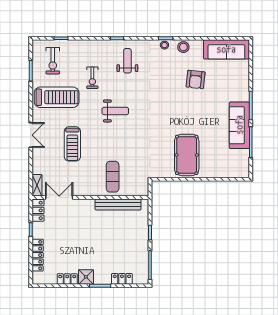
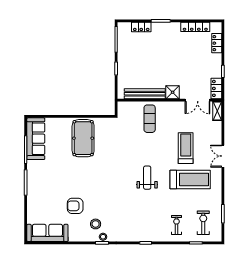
stool: (183, 47) -> (96, 224), moved
weight bench: (127, 61) -> (136, 223), removed
exercise bike: (92, 78) -> (176, 225), moved
armchair: (196, 79) -> (75, 206), turned -96
treadmill: (57, 97) -> (190, 180), moved, turned 180
weight bench: (115, 111) -> (147, 178), turned 90
sofa: (239, 125) -> (36, 139), moved
locker: (38, 255) -> (217, 43), width x0.66
shower: (86, 277) -> (173, 92), moved
locker: (67, 279) -> (195, 27), width x1.53

